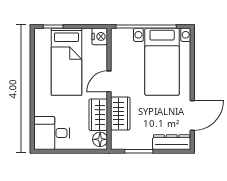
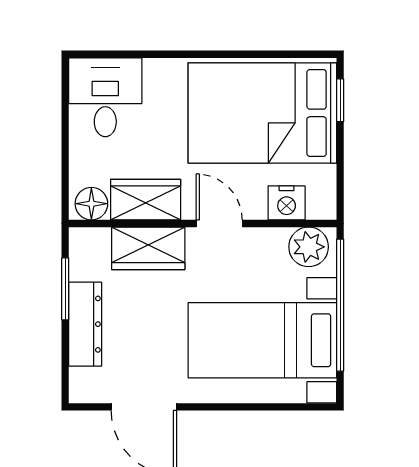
nightstand: (100, 36) -> (287, 203), moved
plant: (120, 41) -> (309, 247), added
bed: (66, 62) -> (262, 113), width x1.50
dresser: (172, 142) -> (85, 324), moved

